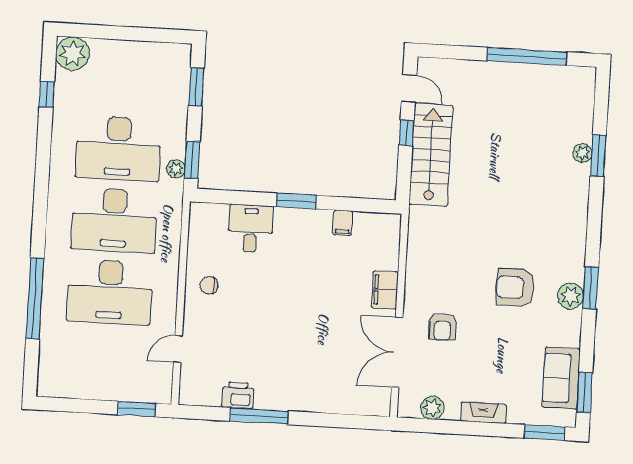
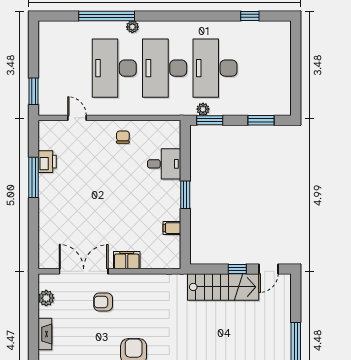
plant: (72, 54) -> (132, 27), moved, width x0.53, depth x0.53

